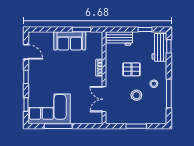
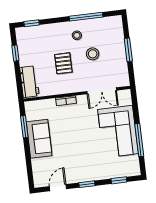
workbench: (159, 47) -> (34, 34), removed
corner sofa: (49, 109) -> (118, 131), moved

